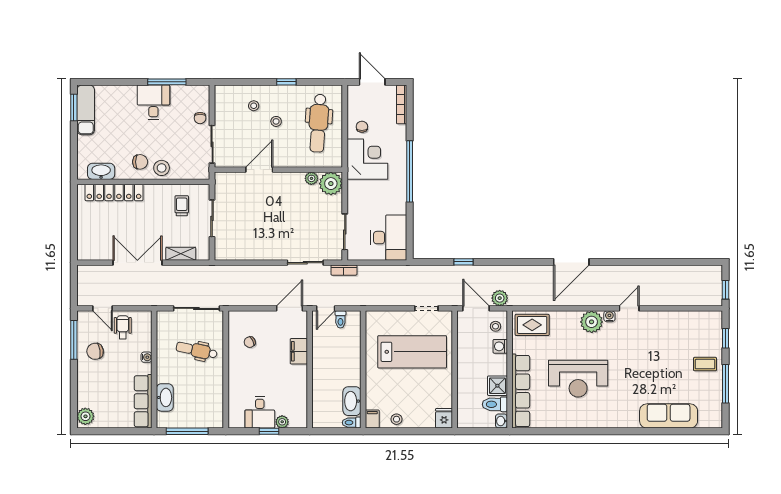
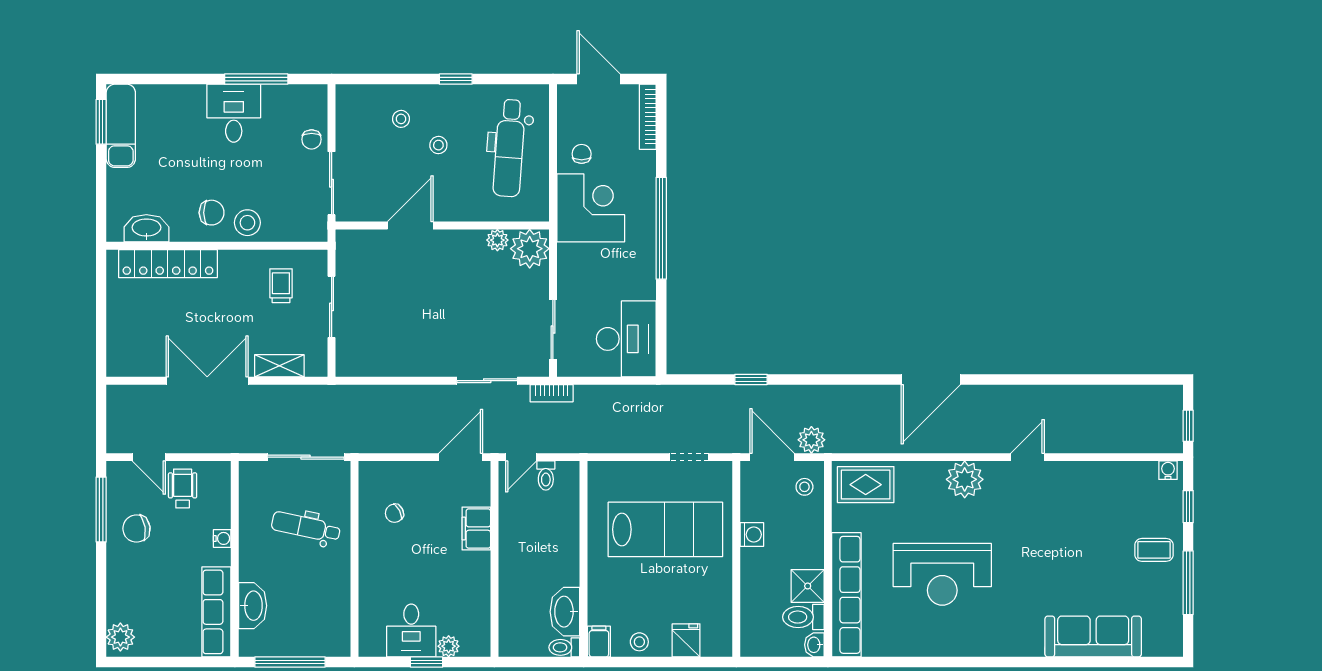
water cooler: (609, 316) -> (1168, 470), moved
washing machine: (500, 346) -> (752, 535), moved, turned 180
fridge: (444, 418) -> (686, 640), moved

